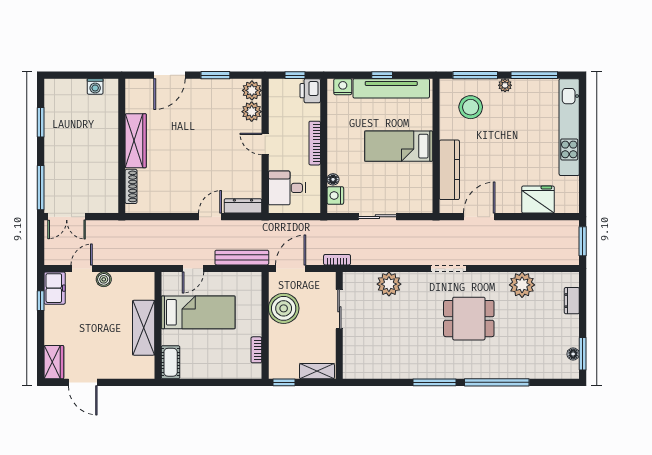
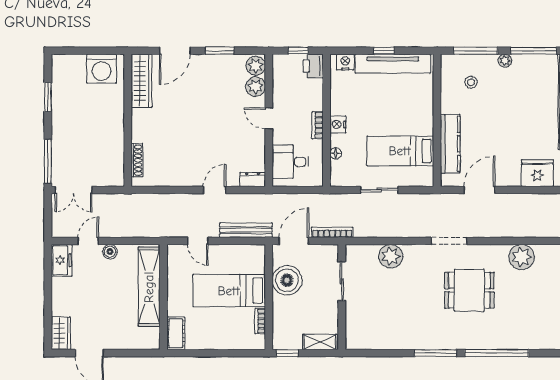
washing machine: (95, 86) -> (101, 69), width x1.89, depth x1.89
stool: (471, 107) -> (471, 82), width x0.53, depth x0.53
wardrobe: (136, 141) -> (141, 81), moved
bookcase: (315, 143) -> (318, 125), width x0.64
bed: (399, 146) -> (400, 151), moved
nightstand: (335, 195) -> (338, 124), moved
dresser: (243, 206) -> (253, 179), width x0.70
bookcase: (337, 260) -> (332, 232), width x1.56
door: (193, 268) -> (198, 241), hinge flipped
window: (41, 301) -> (48, 273), removed
bed: (198, 312) -> (229, 291), moved, turned 180
shelving: (144, 328) -> (149, 287), width x1.47

